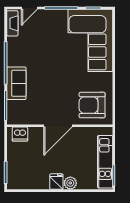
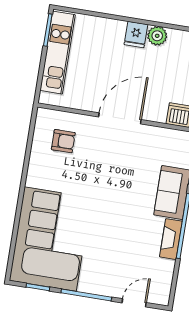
fireplace: (12, 23) -> (171, 239), moved
armchair: (92, 105) -> (63, 141), width x0.53, depth x0.53
plant: (70, 183) -> (157, 36), moved

